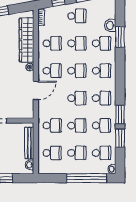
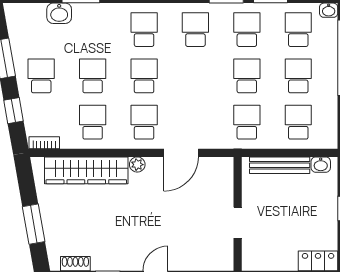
school desk: (102, 43) -> (93, 30), removed
door: (36, 90) -> (181, 153), swing flipped
school desk: (77, 98) -> (195, 76), removed

